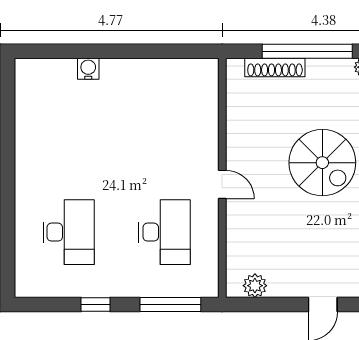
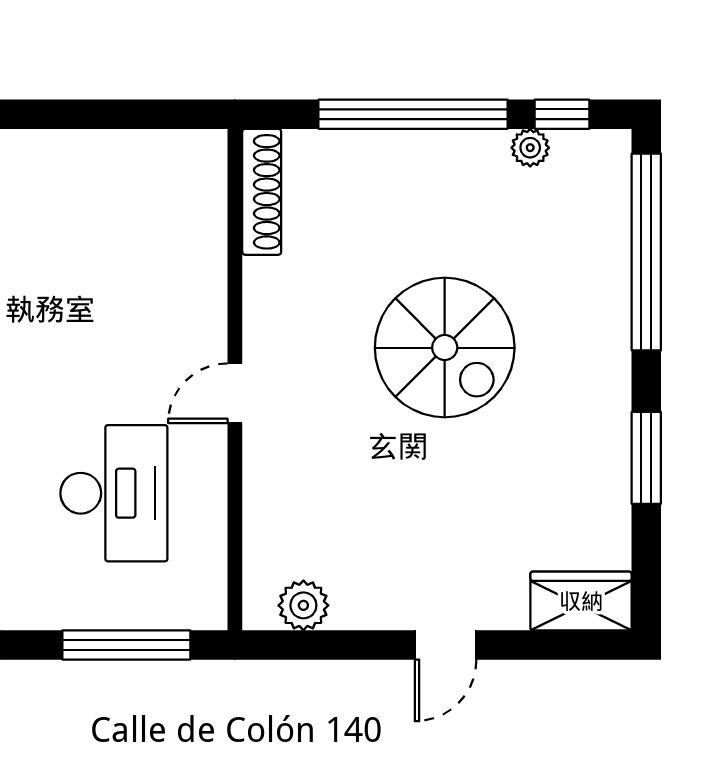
shoe rack: (275, 68) -> (262, 192), moved, turned -90
door: (222, 184) -> (235, 393), swing flipped

